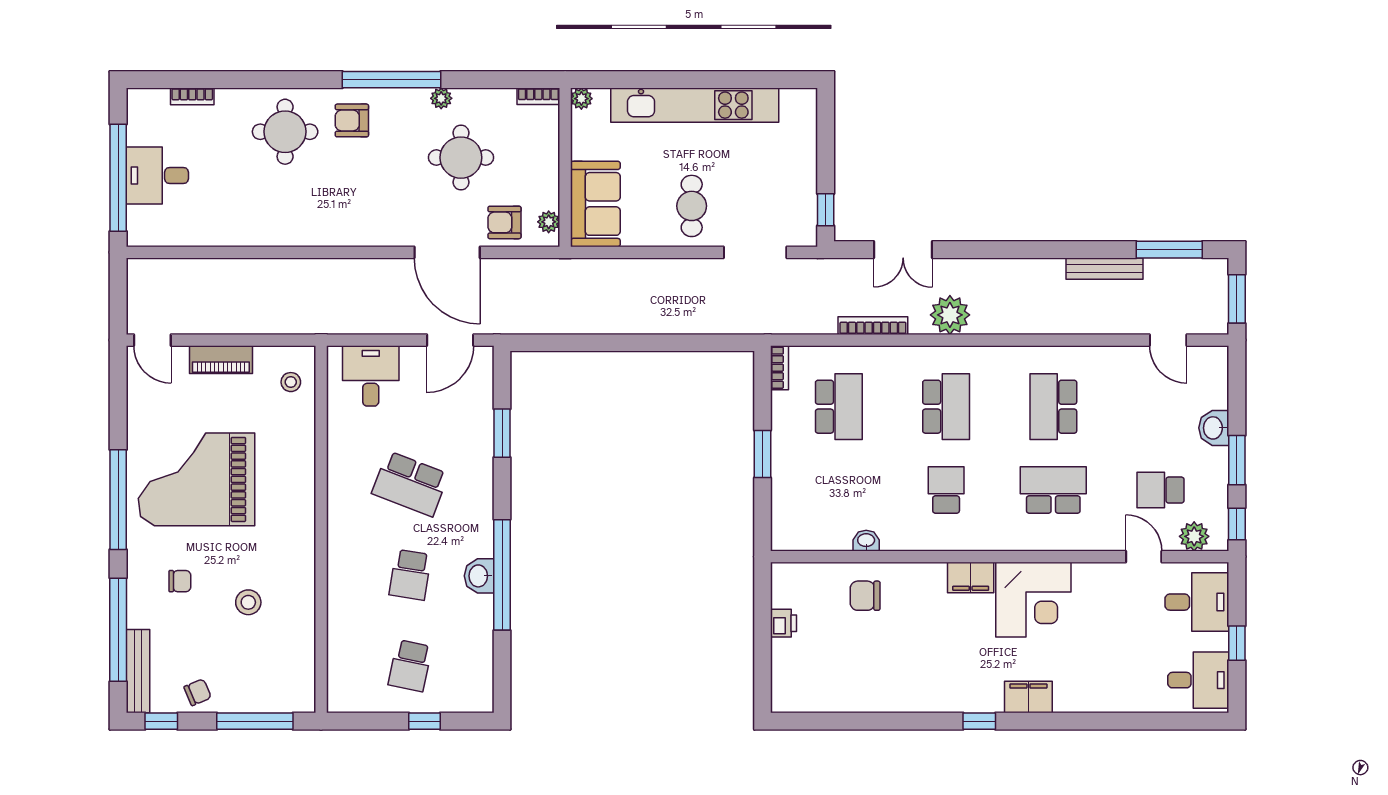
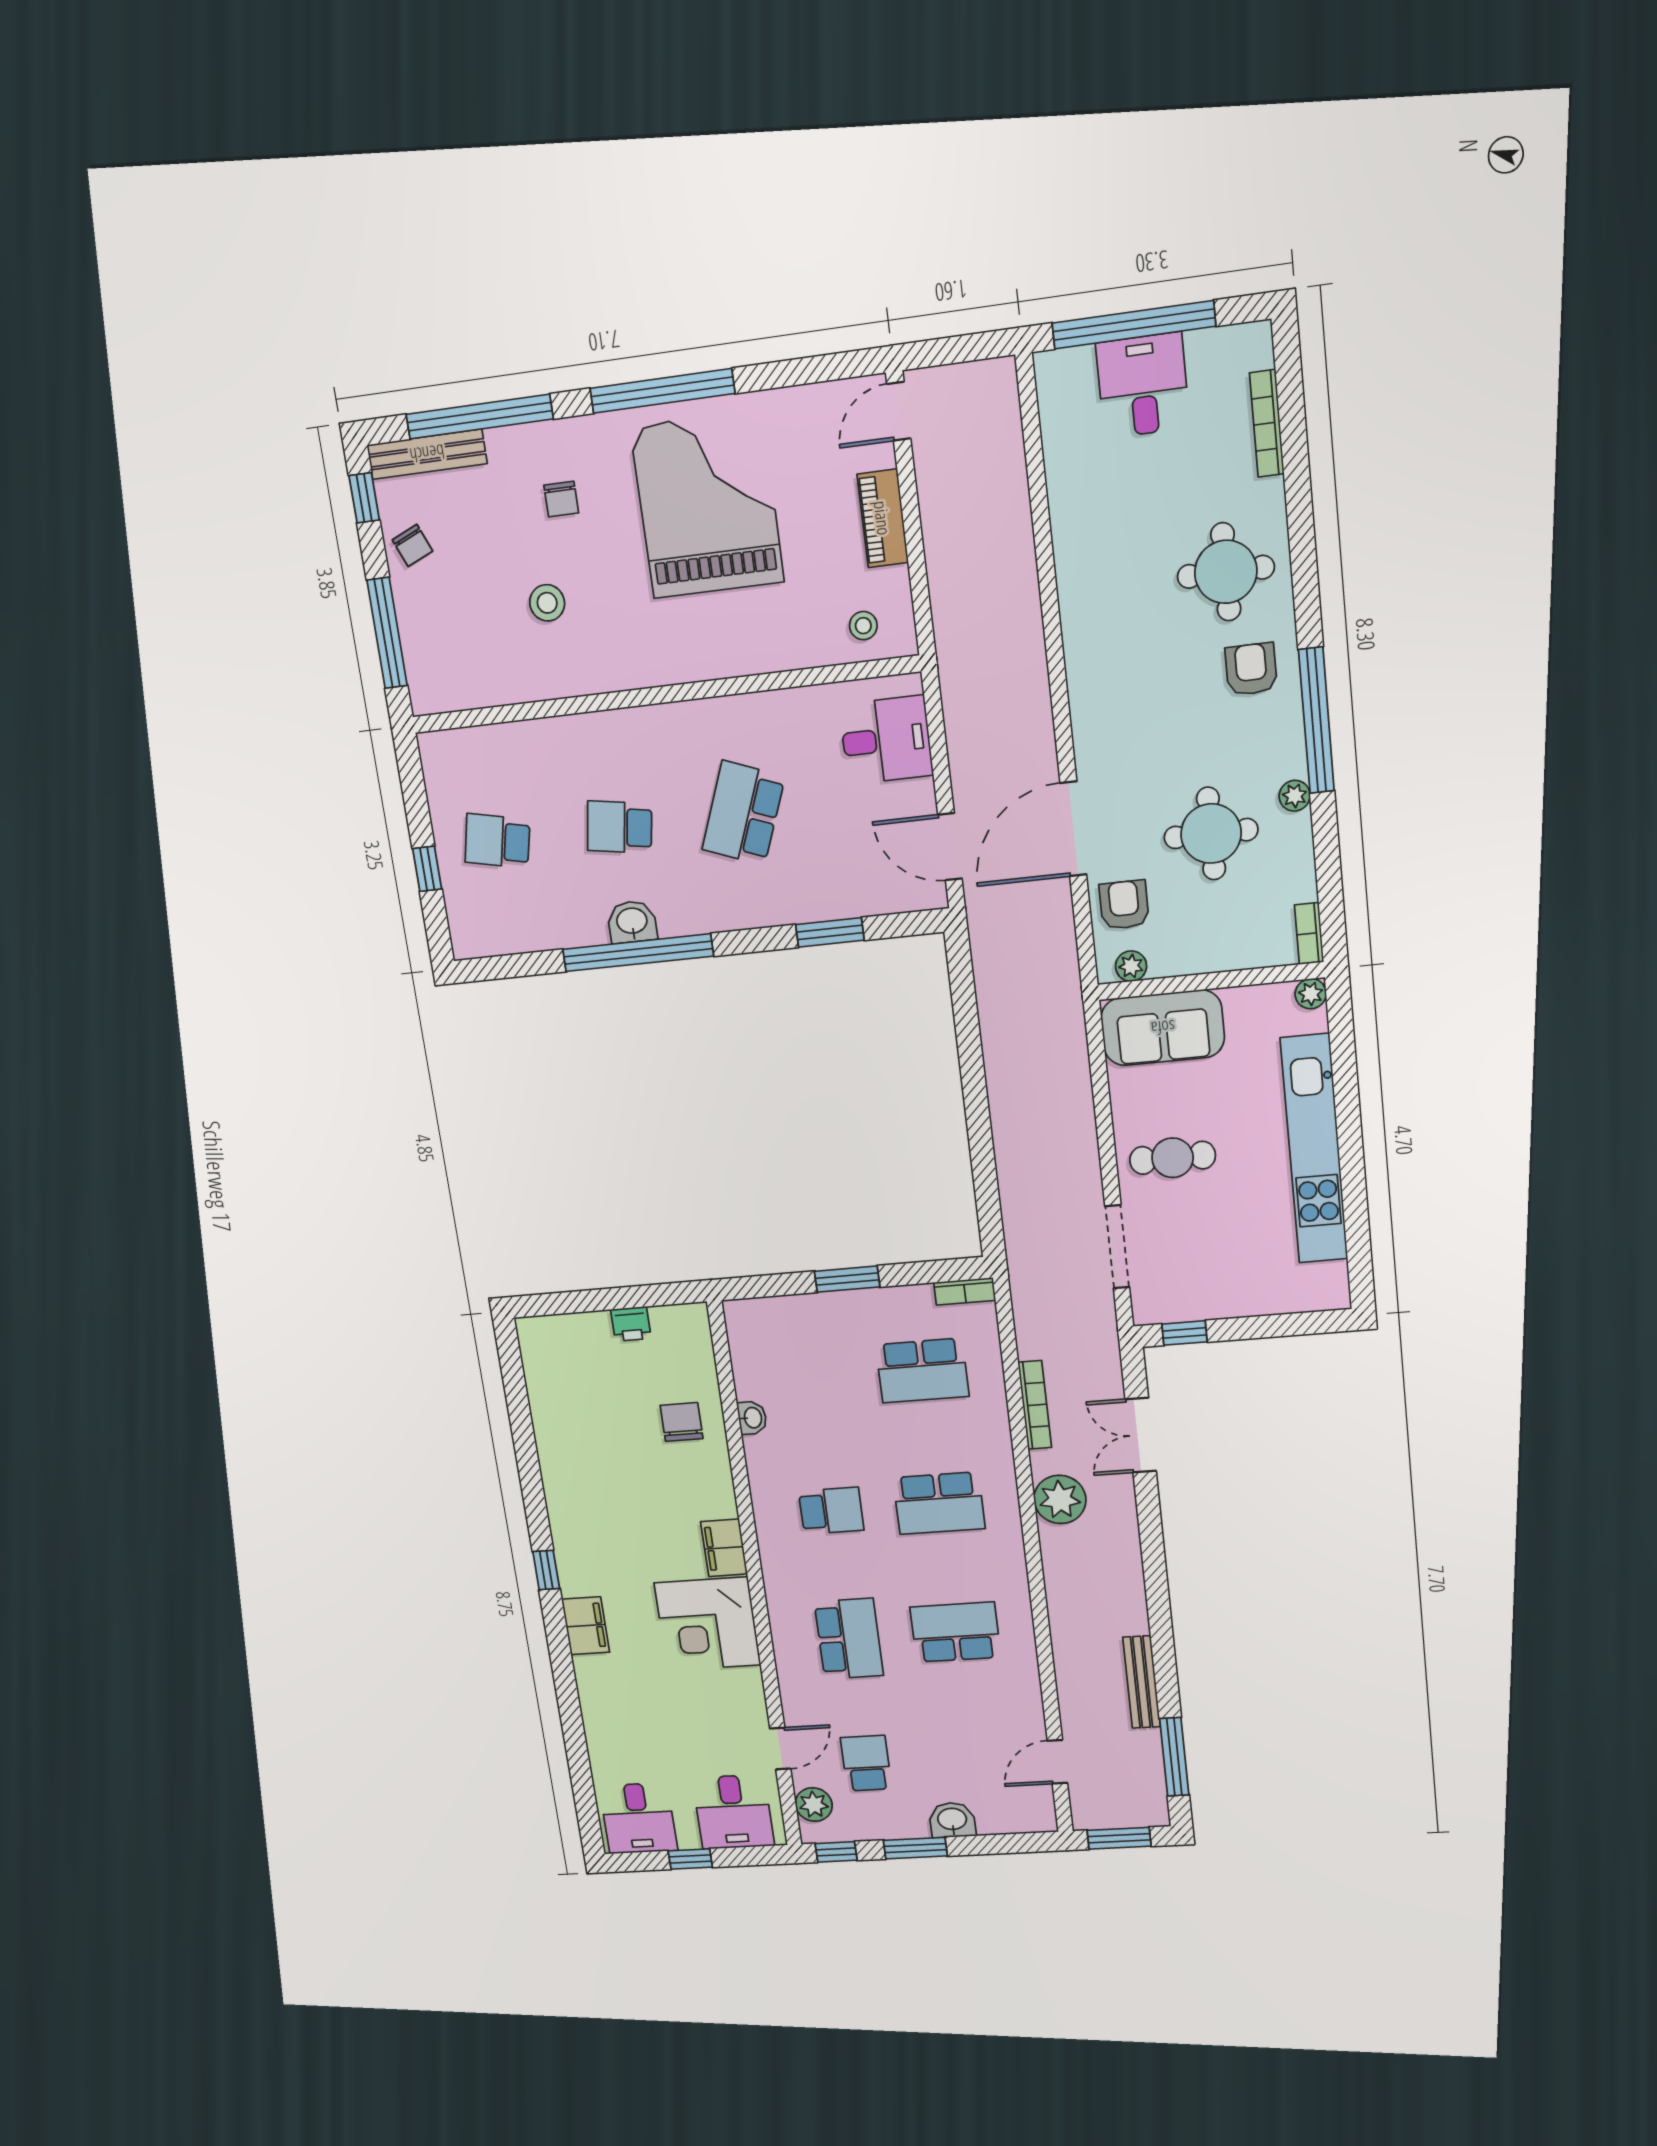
bookcase: (192, 96) -> (1267, 423), width x1.56

